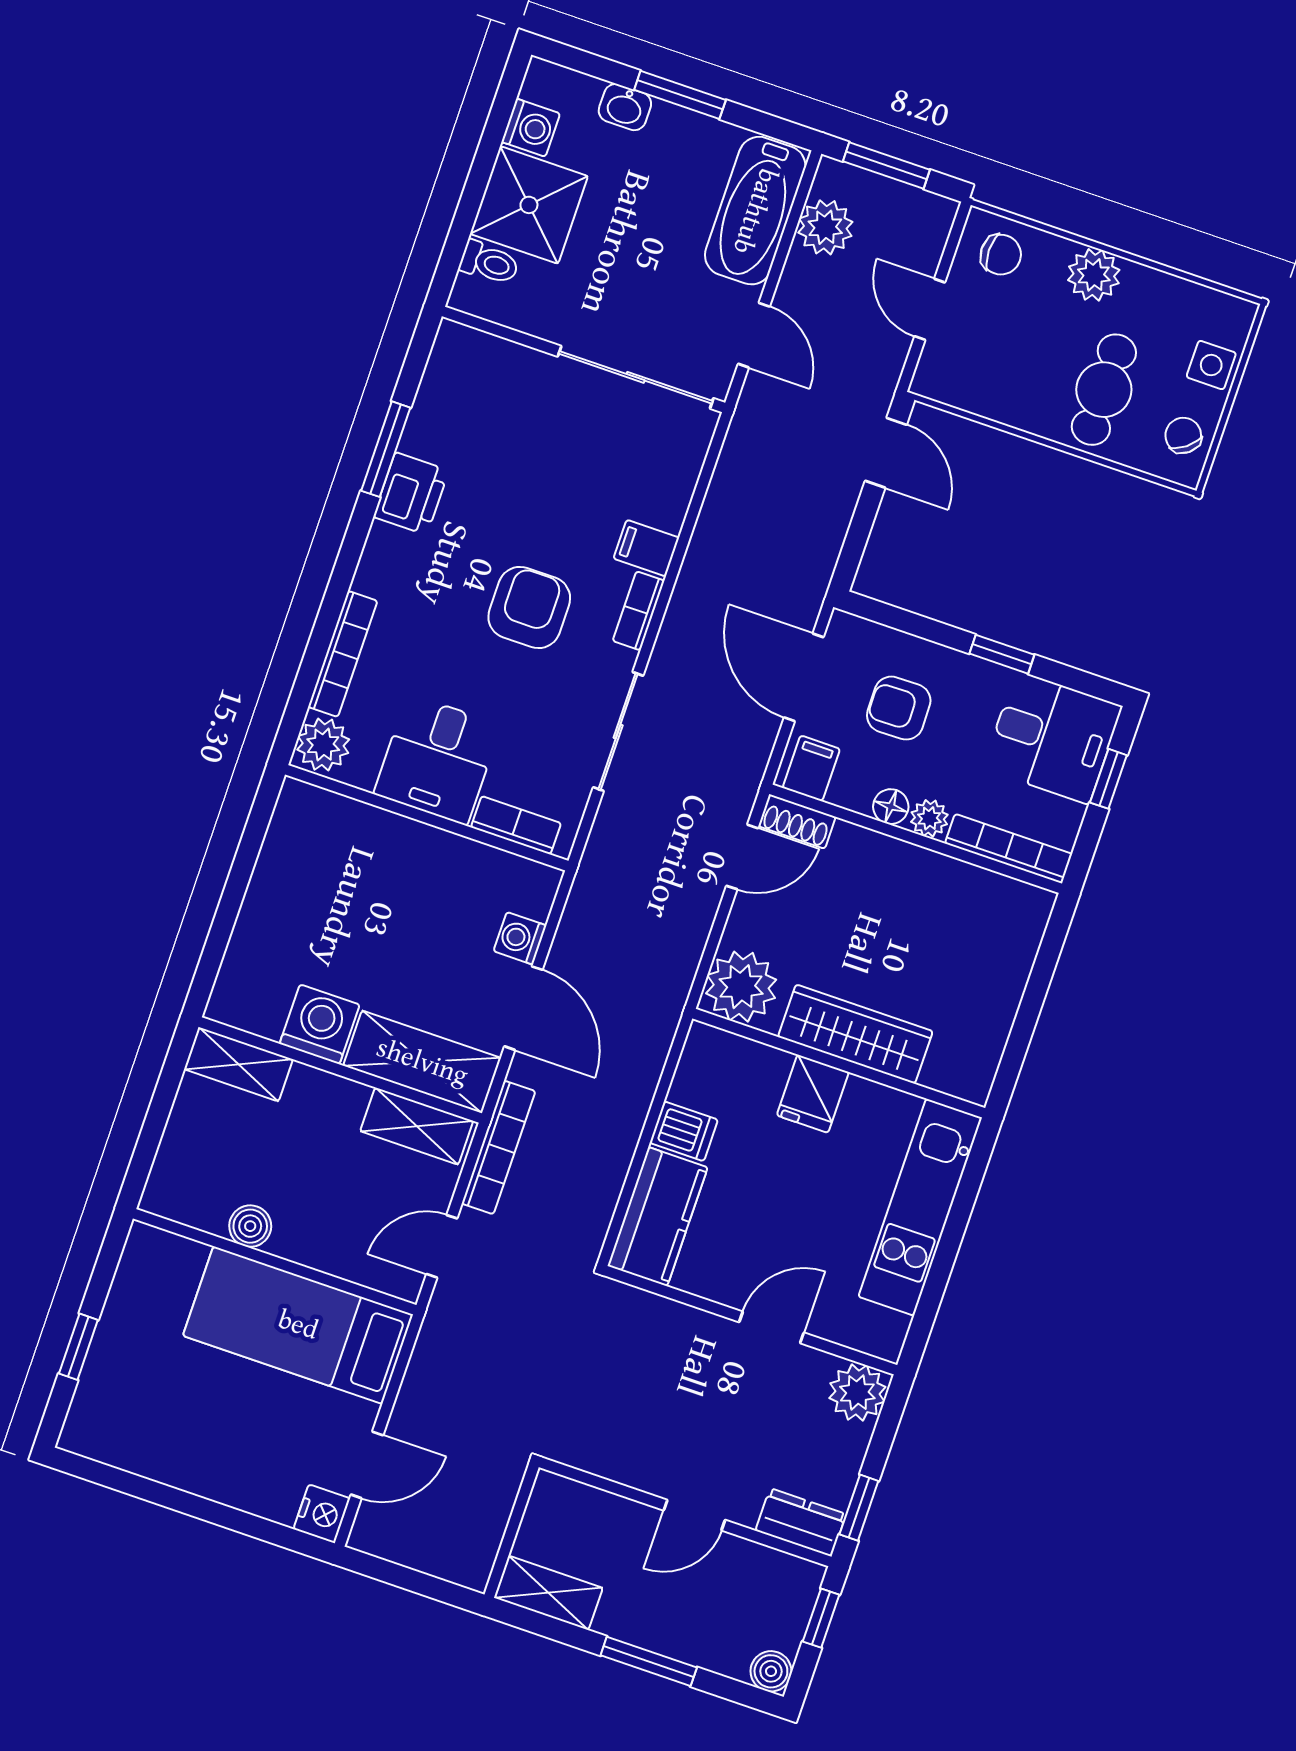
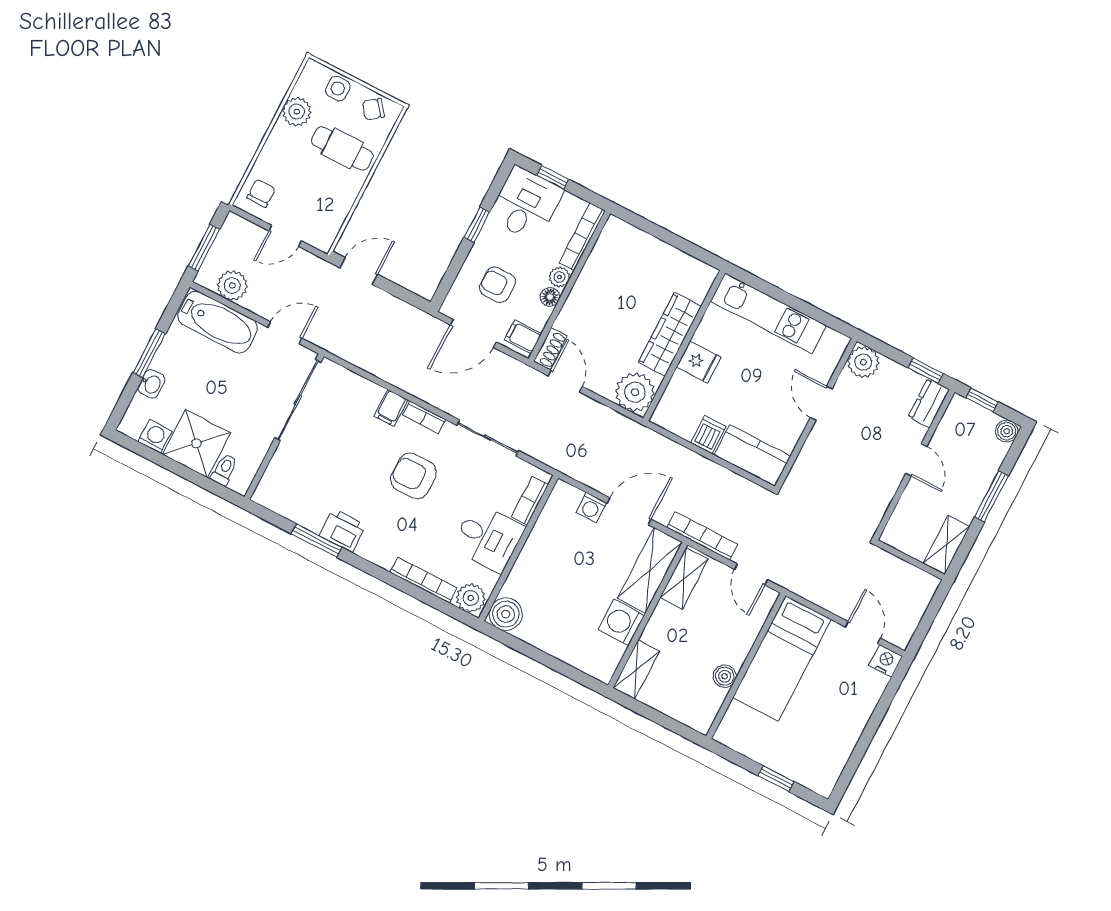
plant: (1094, 275) -> (297, 112), moved
armchair: (899, 708) -> (498, 285), turned 91
boiler: (303, 812) -> (506, 614), added

